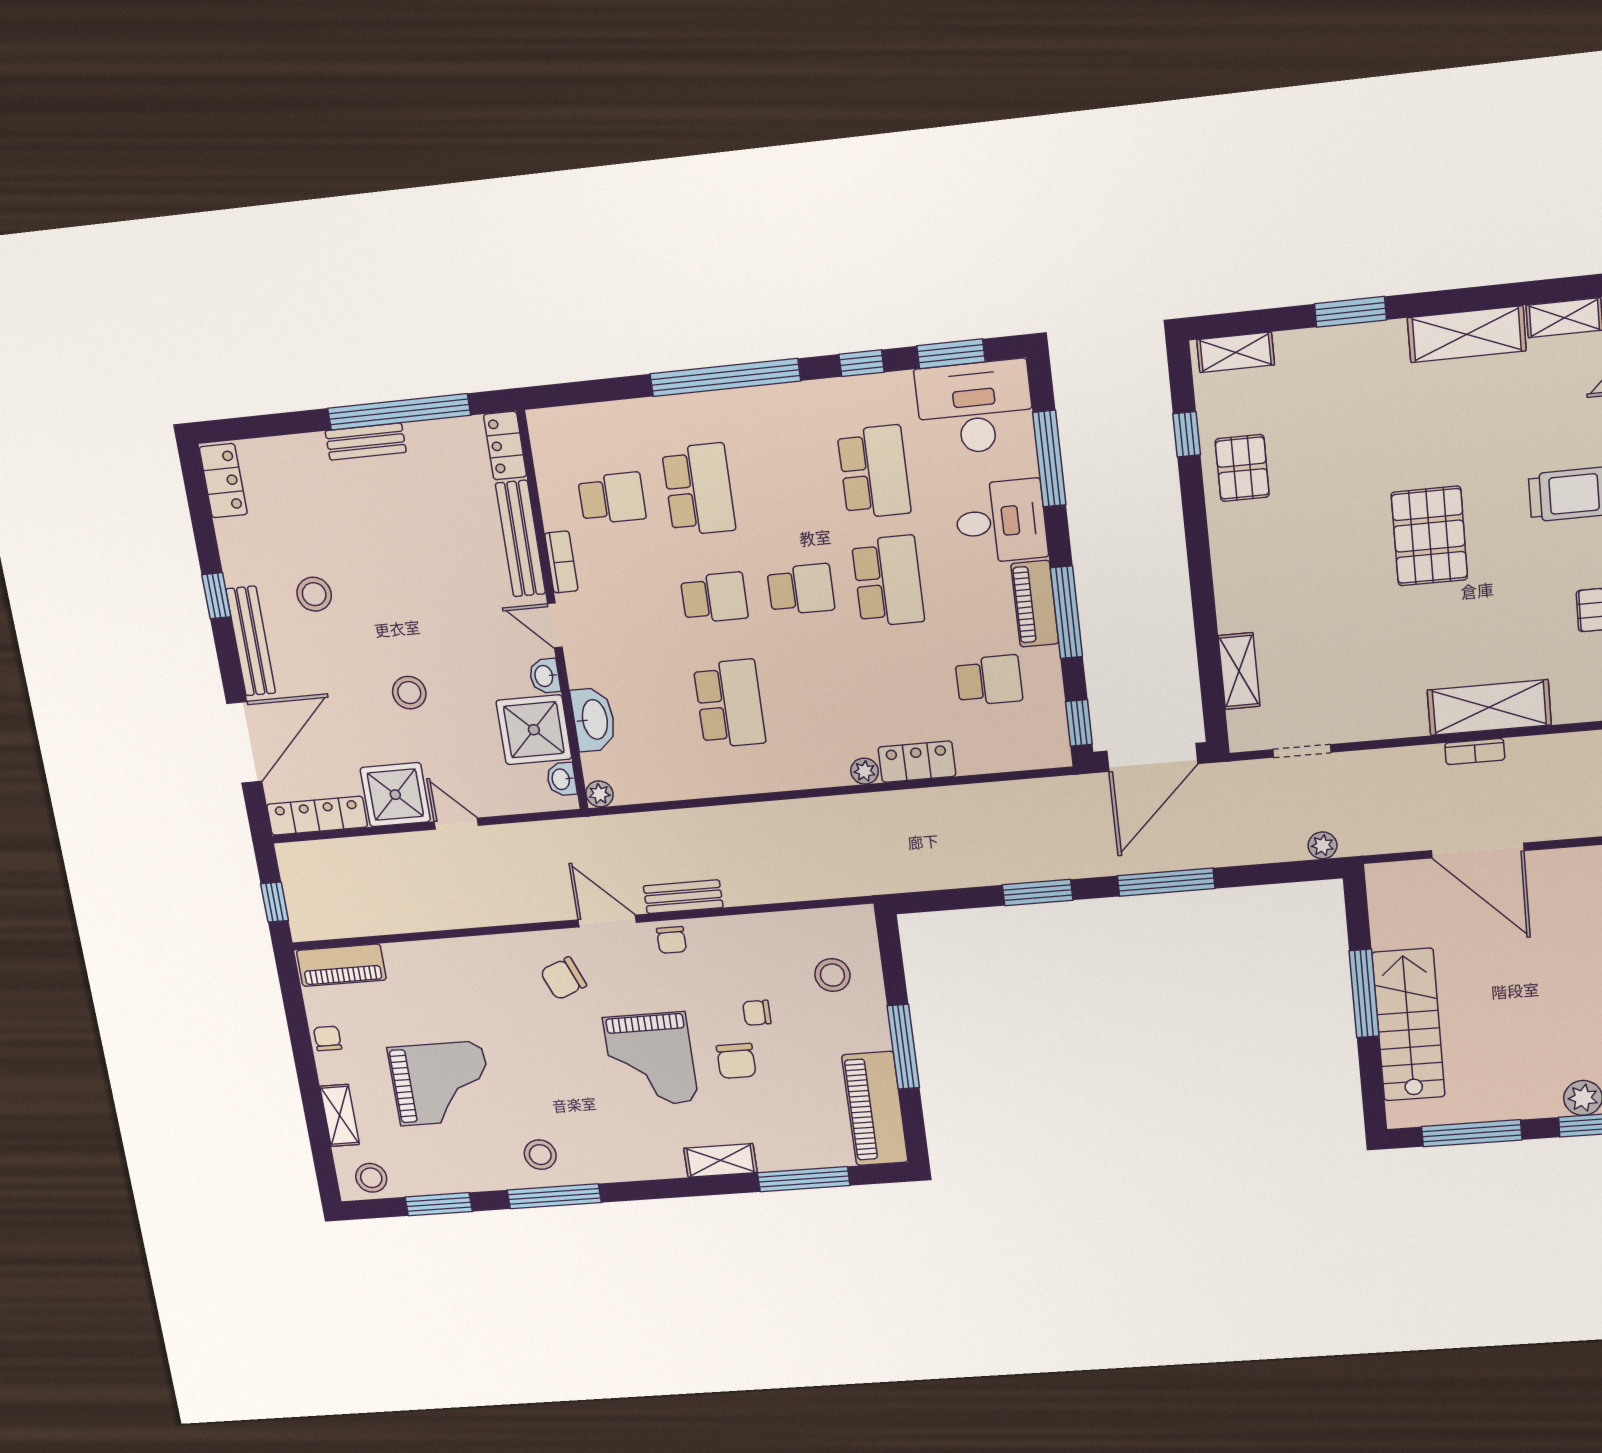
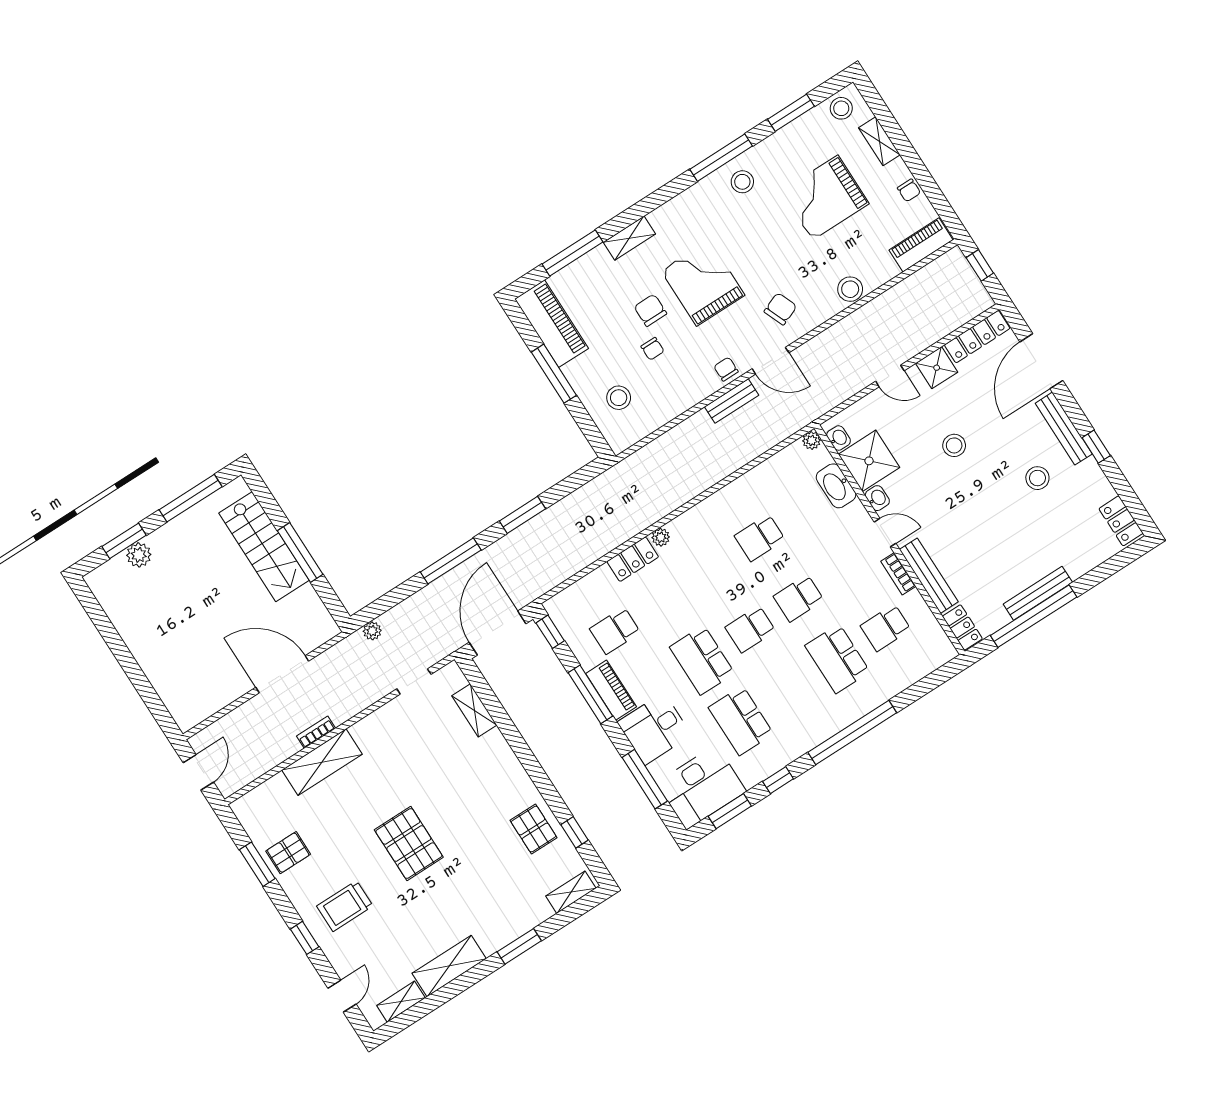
bench: (366, 442) -> (1038, 593), width x1.36
school desk: (730, 704) -> (760, 538), width x0.54
shower: (395, 795) -> (937, 368), width x0.73, depth x0.73
stool: (460, 957) -> (850, 289), added
chair: (757, 1013) -> (653, 349), turned 90

